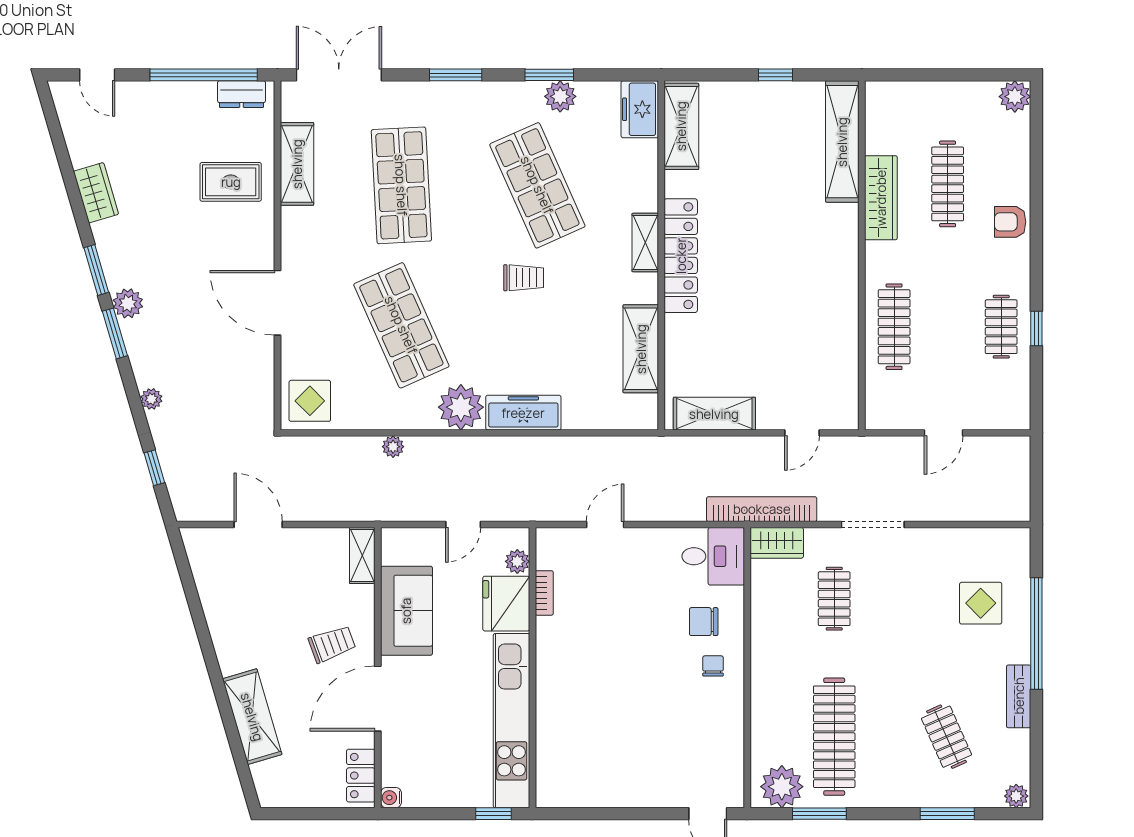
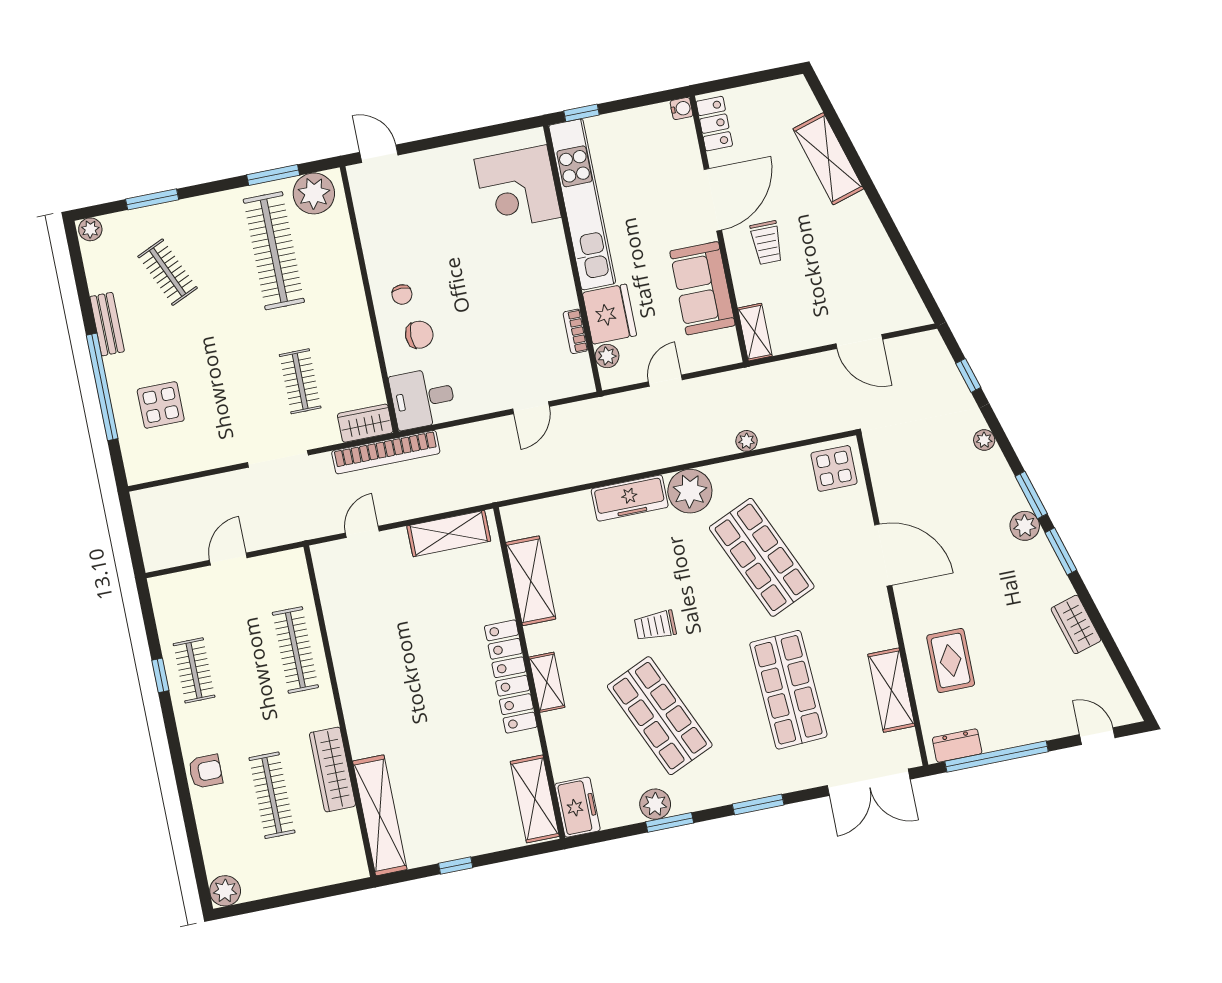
rug: (231, 182) -> (951, 660), turned 90
trolley: (332, 644) -> (767, 243), turned -70
corner desk: (574, 750) -> (518, 188), added

